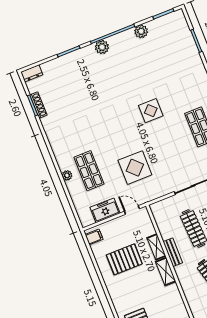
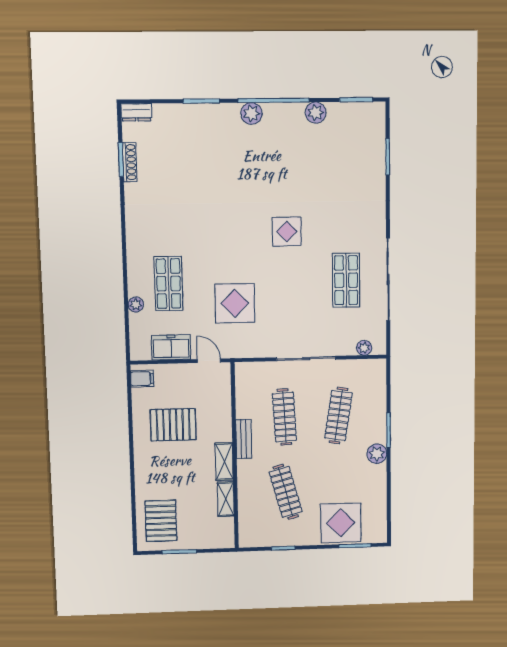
plant: (67, 175) -> (136, 305), moved
shelving: (156, 247) -> (226, 499), moved

